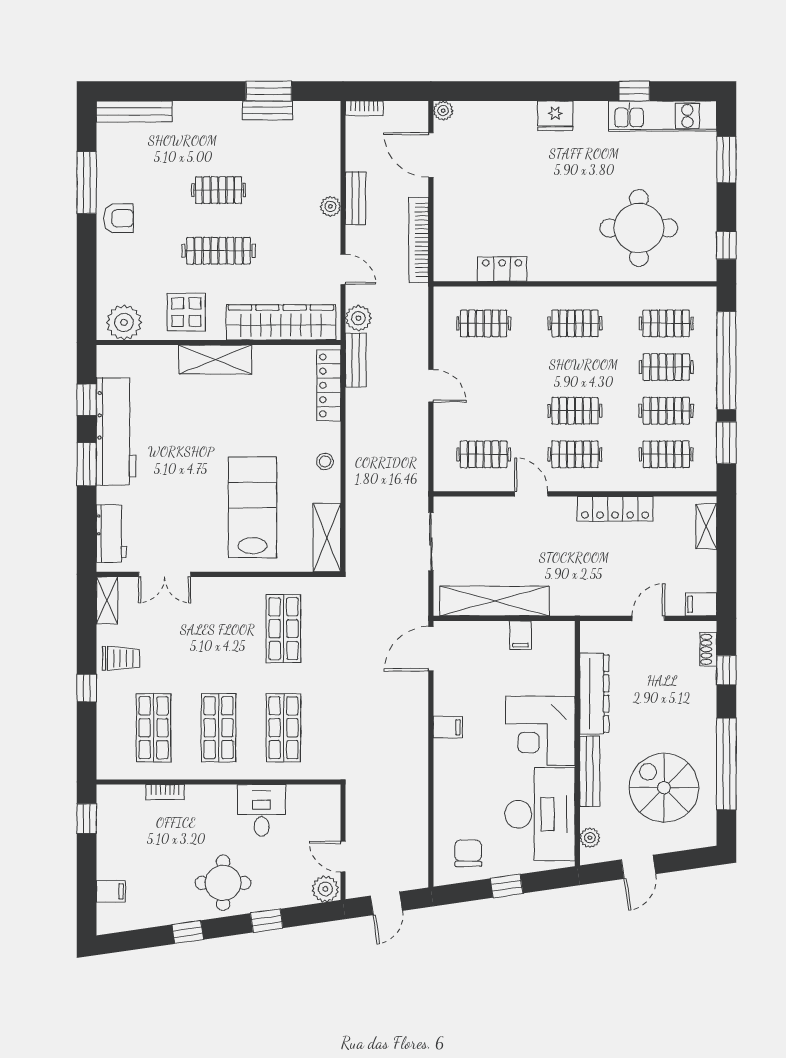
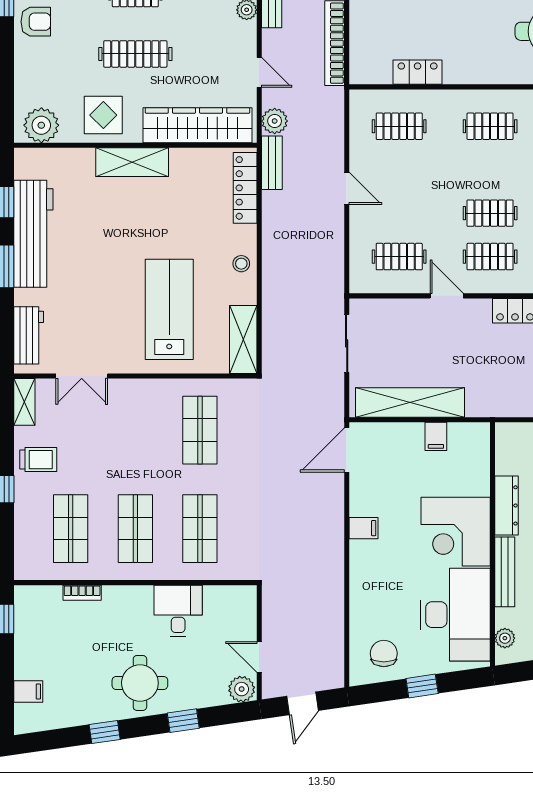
dresser: (594, 694) -> (506, 505), width x0.73, depth x0.80

